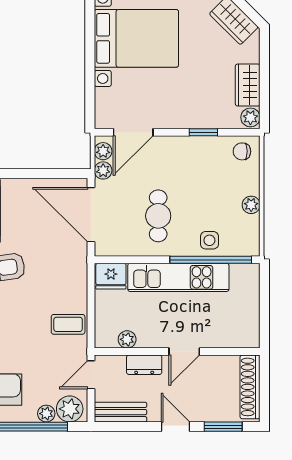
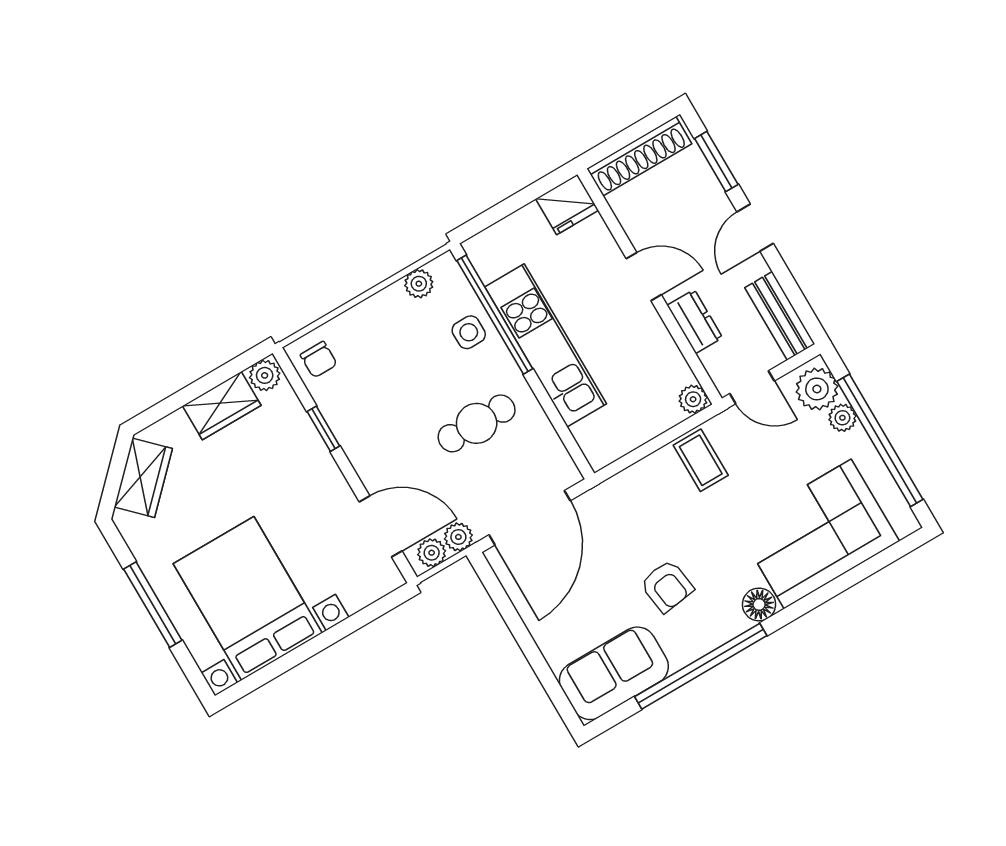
plant: (251, 205) -> (419, 284), moved
fridge: (111, 276) -> (567, 205), moved, turned 90
plant: (127, 339) -> (693, 399), moved

